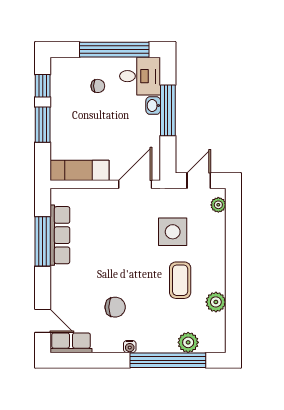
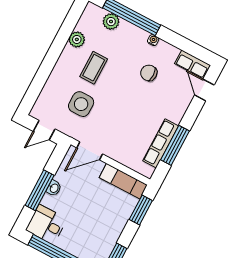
chair: (98, 86) -> (79, 233), removed
washbasin: (153, 106) -> (54, 188), moved
window: (43, 125) -> (141, 210), moved
plant: (218, 205) -> (39, 106), removed

